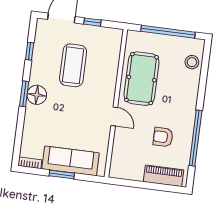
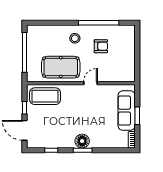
stool: (192, 62) -> (75, 38), moved
coffee table: (73, 65) -> (45, 96), moved
armchair: (163, 137) -> (101, 46), turned -90
piano: (164, 176) -> (129, 42), removed

